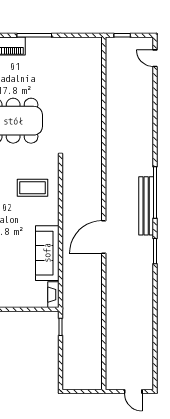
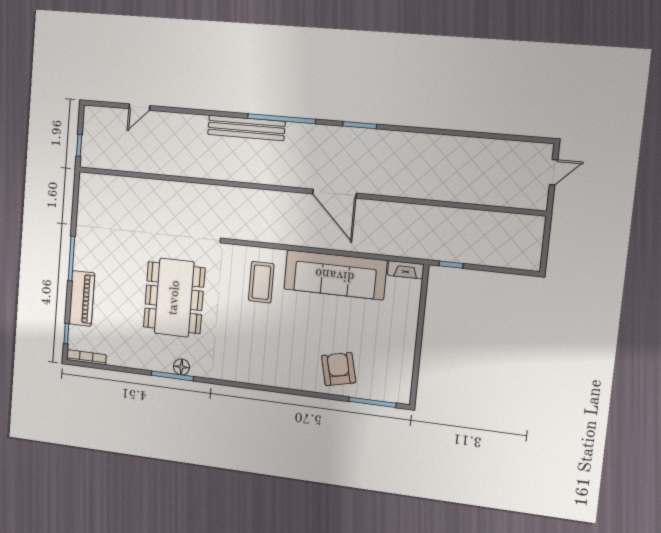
door: (155, 58) -> (139, 107), moved
bench: (146, 206) -> (246, 128), moved
sofa: (47, 253) -> (335, 275), width x1.36, depth x1.27

